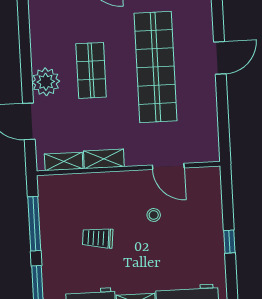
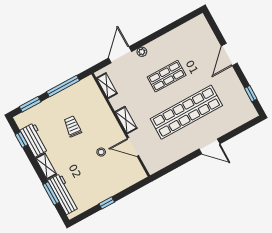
plant: (46, 82) -> (142, 52), width x0.53, depth x0.53
shelving: (104, 159) -> (126, 120), moved
door: (168, 166) -> (133, 147), hinge flipped

